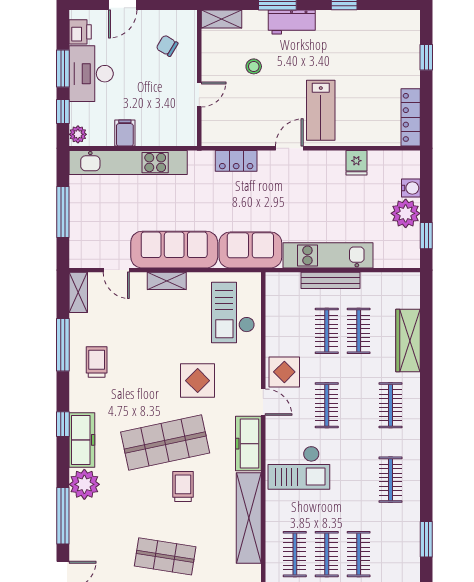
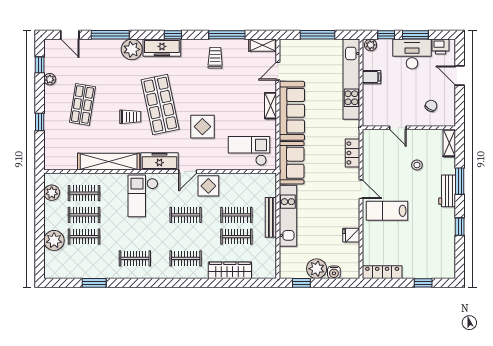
trolley: (97, 362) -> (215, 58), turned -89

